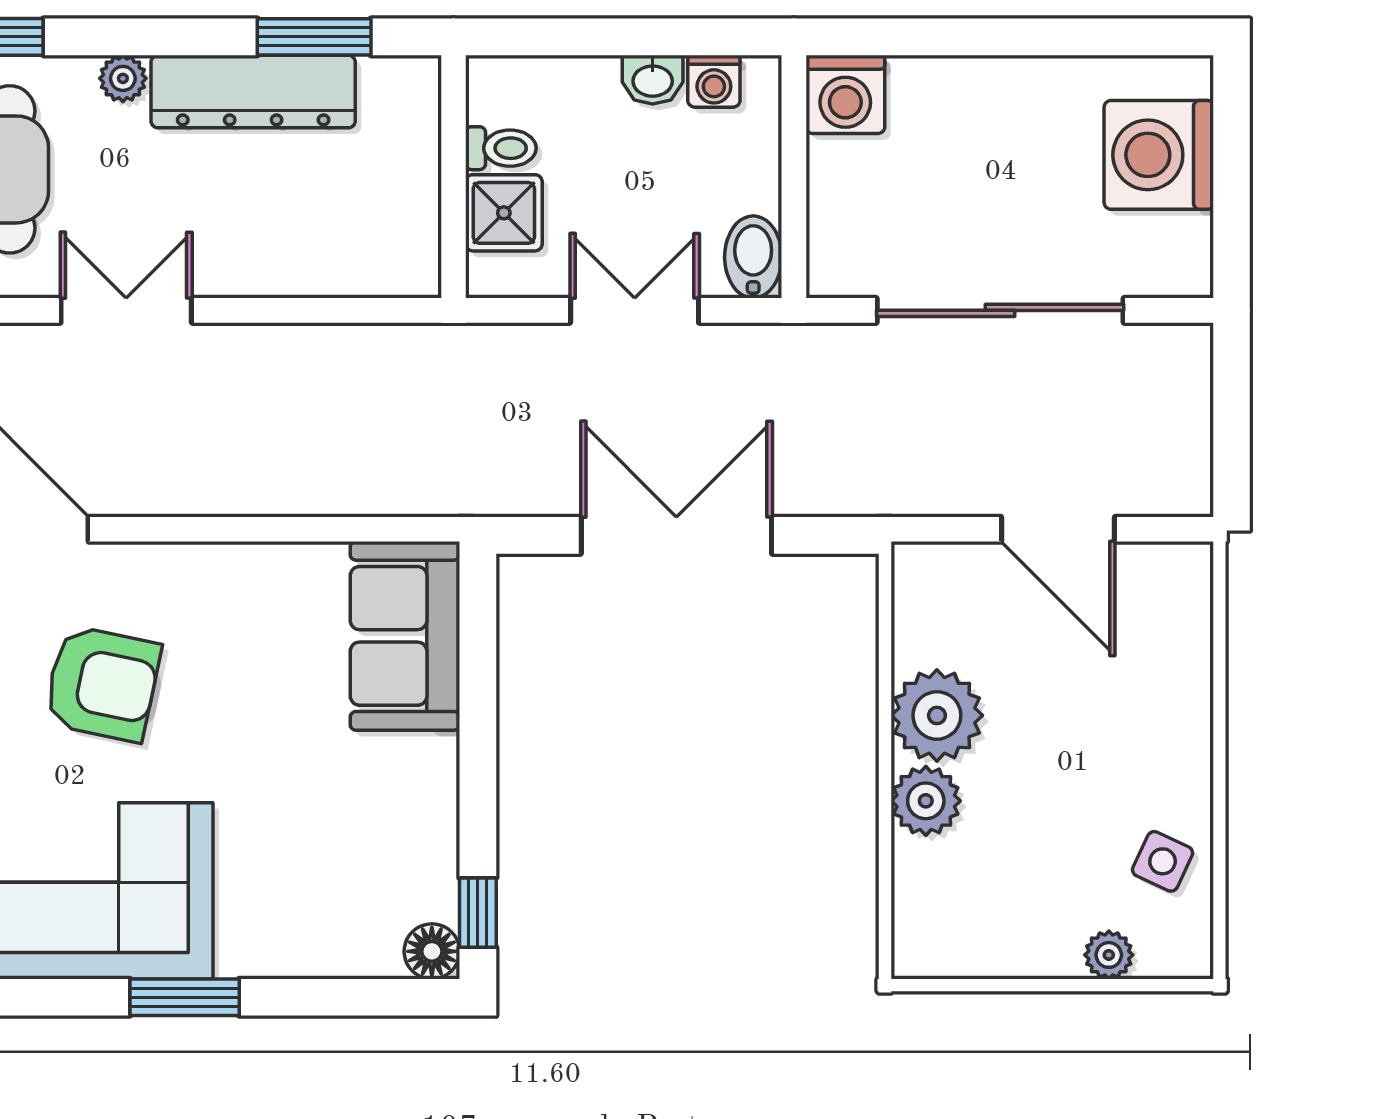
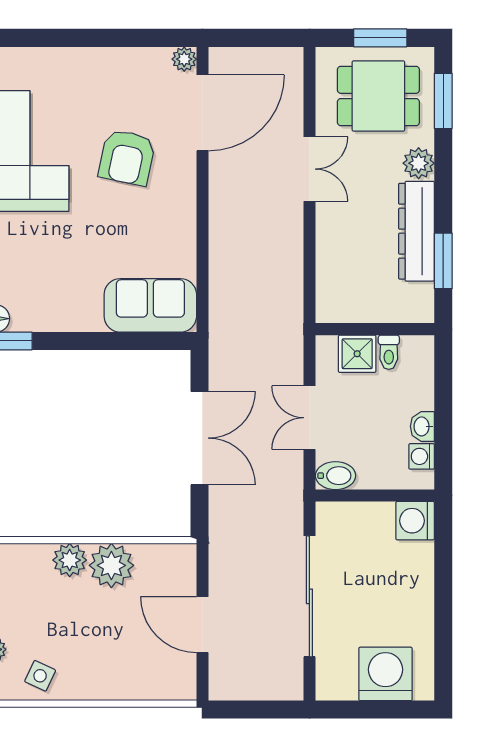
plant: (123, 78) -> (419, 163), width x1.38, depth x1.38
double door: (635, 310) -> (309, 418), swing flipped
door: (1058, 529) -> (202, 625), hinge flipped

